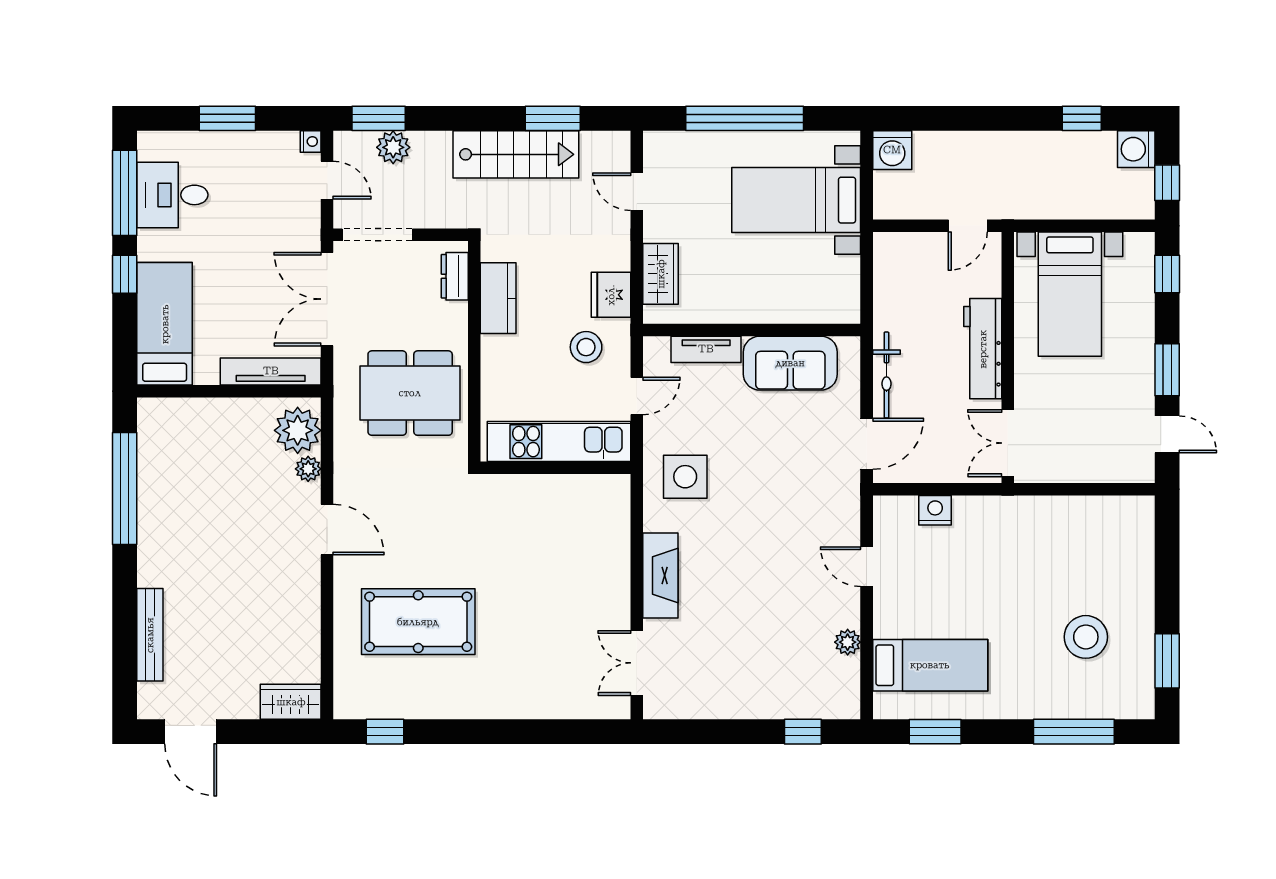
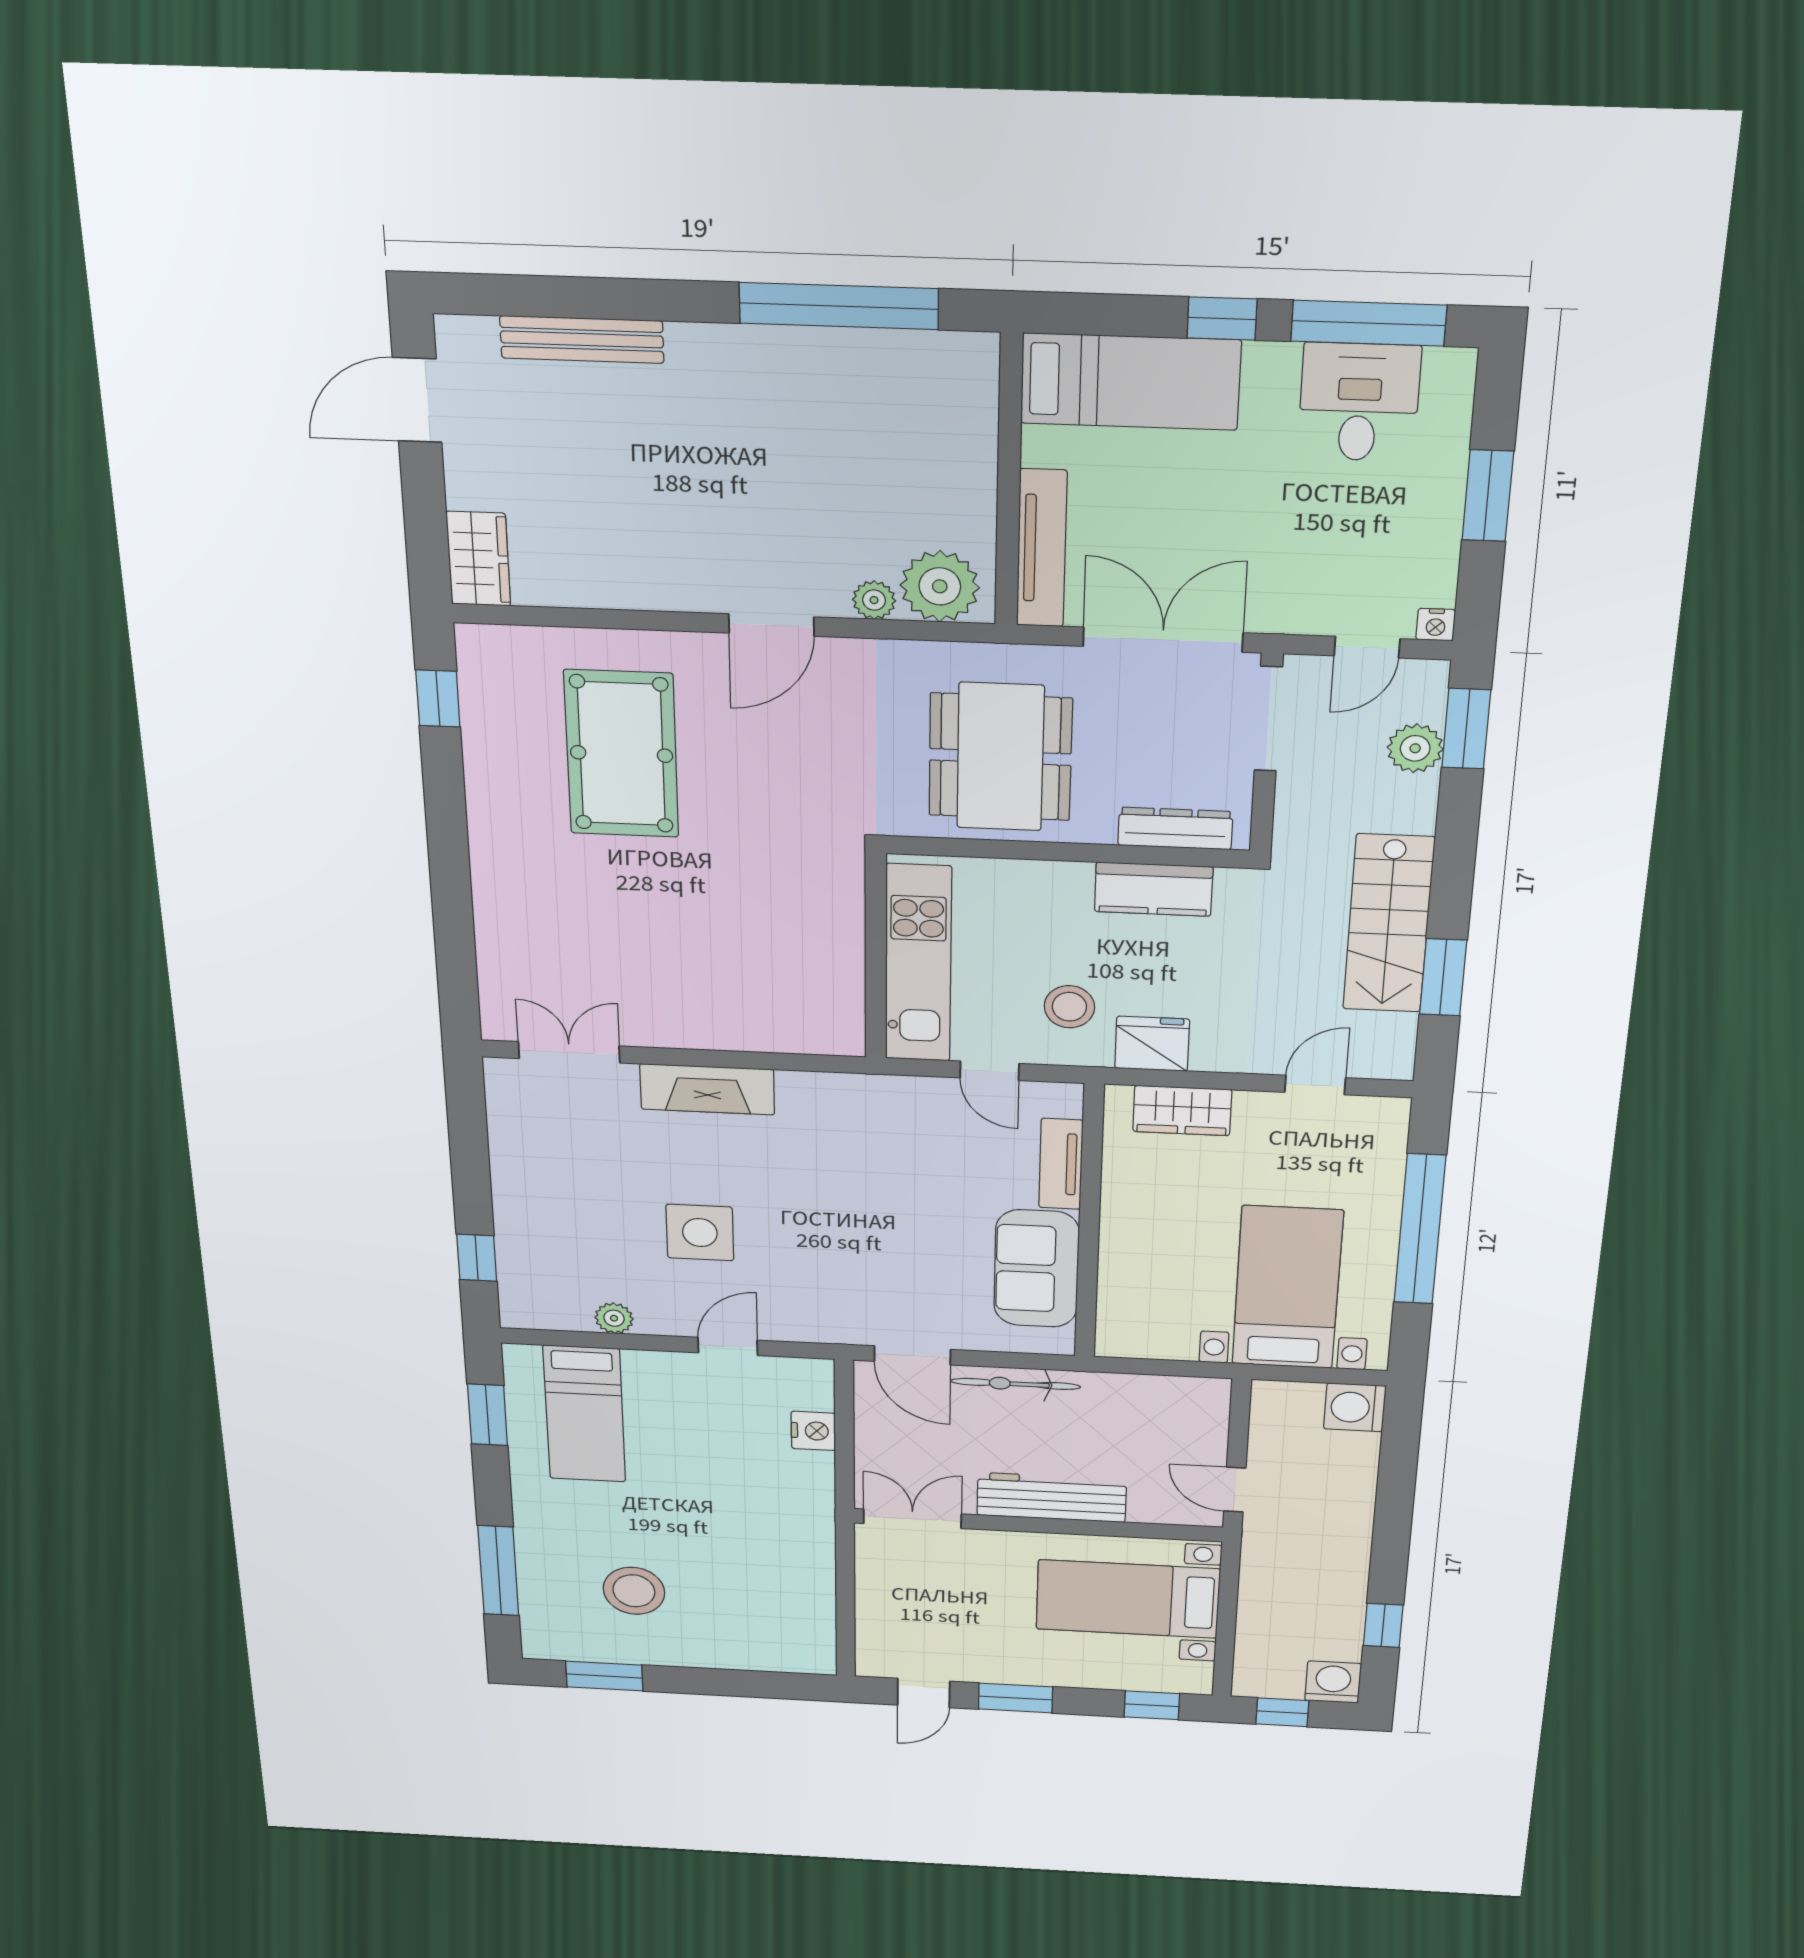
dresser: (455, 276) -> (1175, 828), width x1.44
side table: (685, 477) -> (700, 1233), moved

